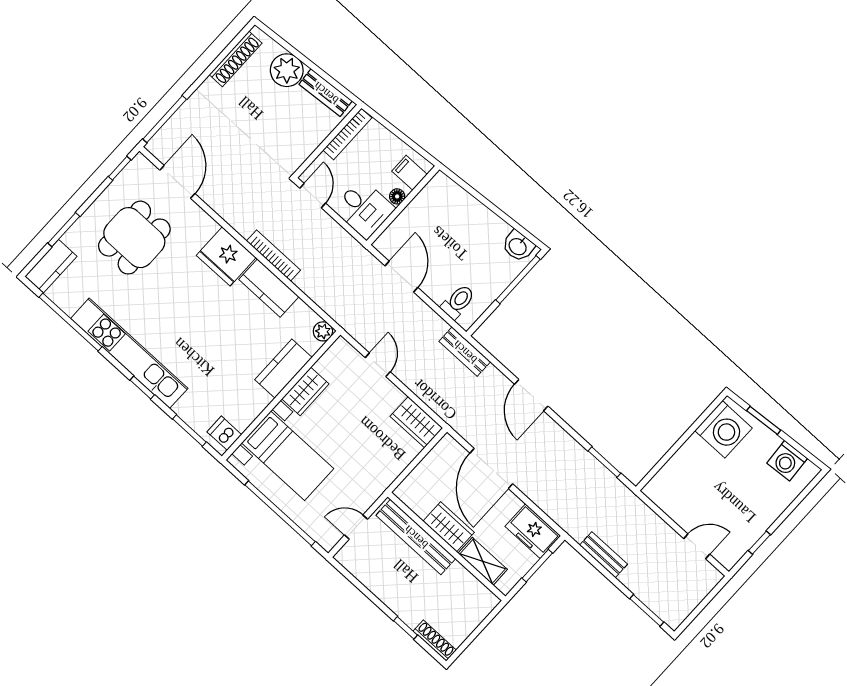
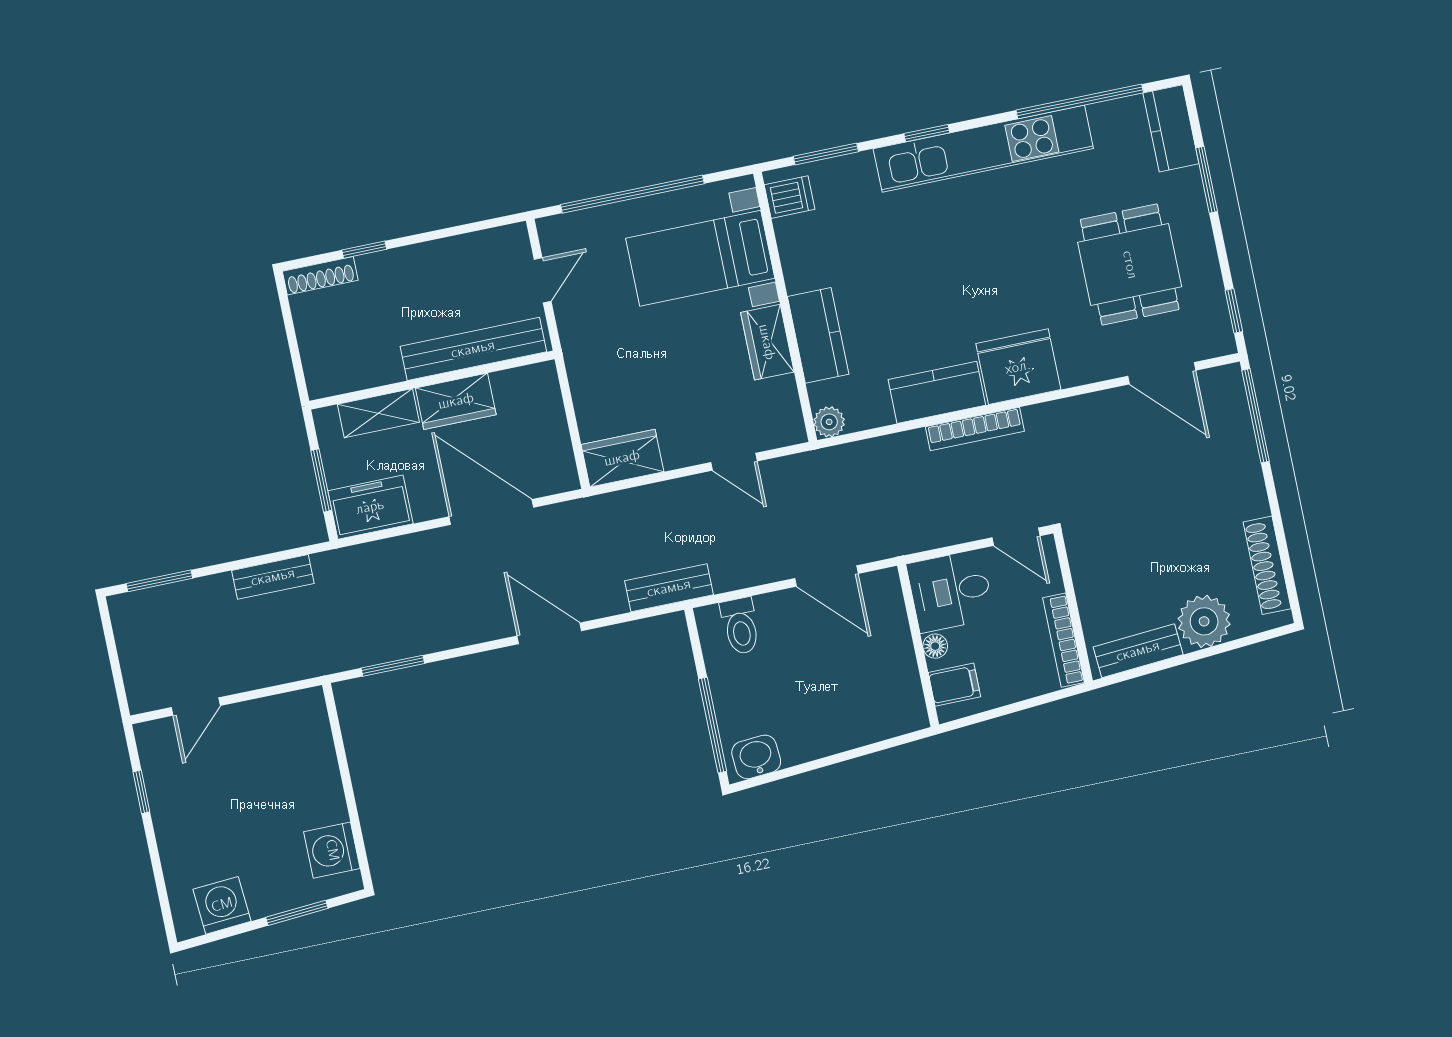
washing machine: (723, 429) -> (332, 850), width x0.73, depth x0.73

